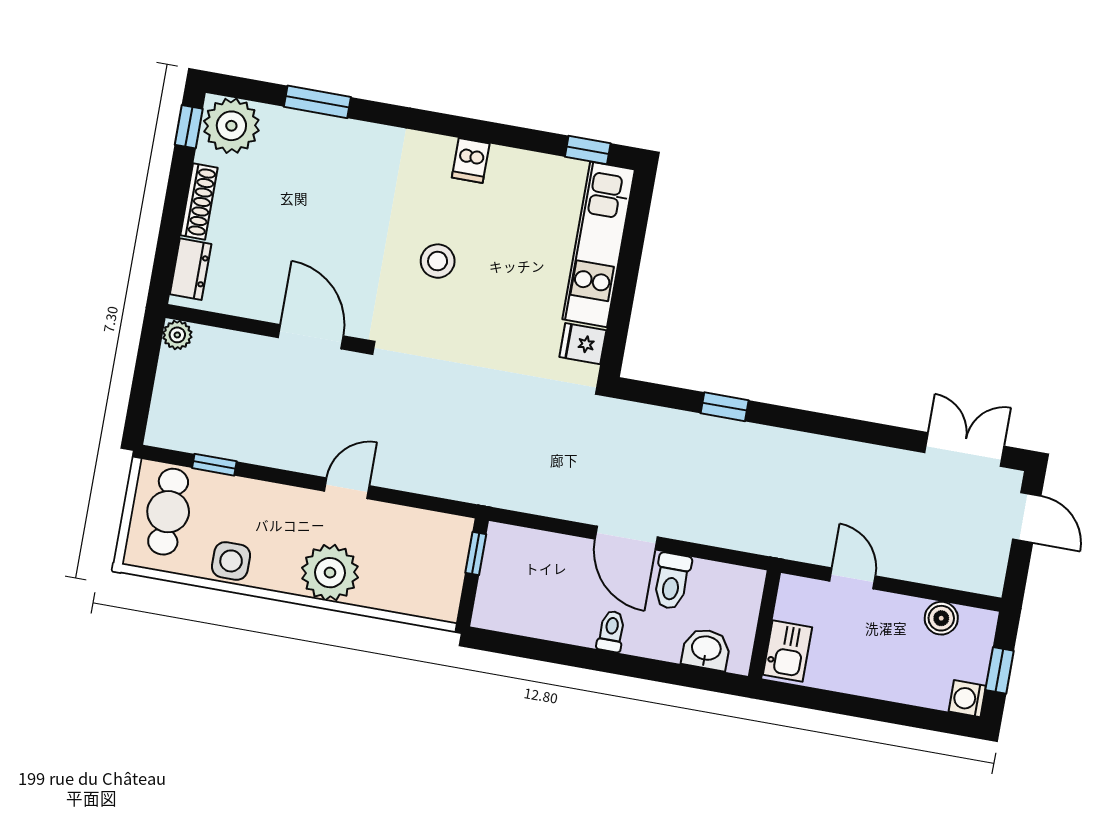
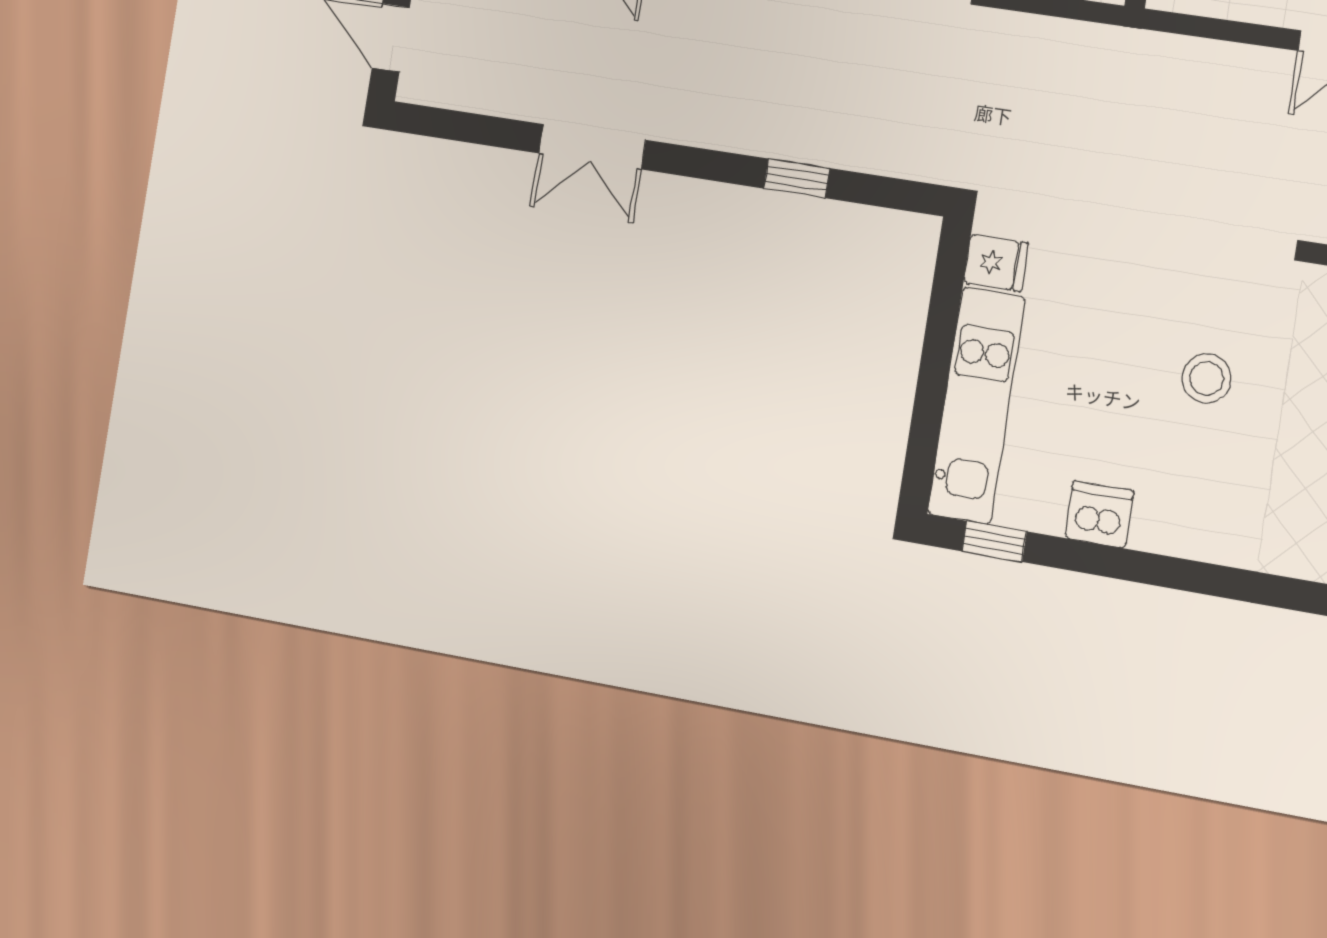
dishwasher: (471, 160) -> (1099, 515), moved, width x1.38
double door: (964, 449) -> (592, 147), moved

